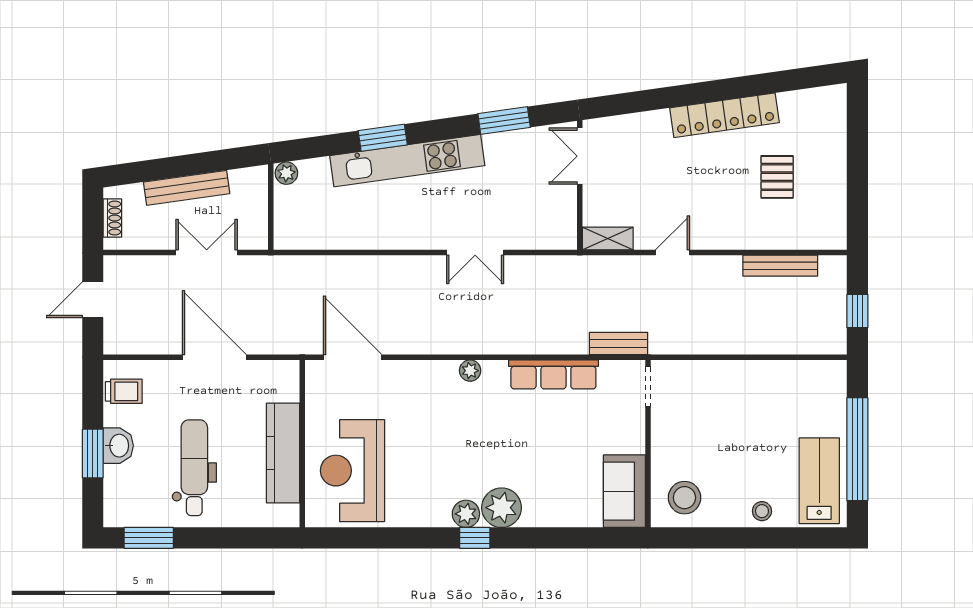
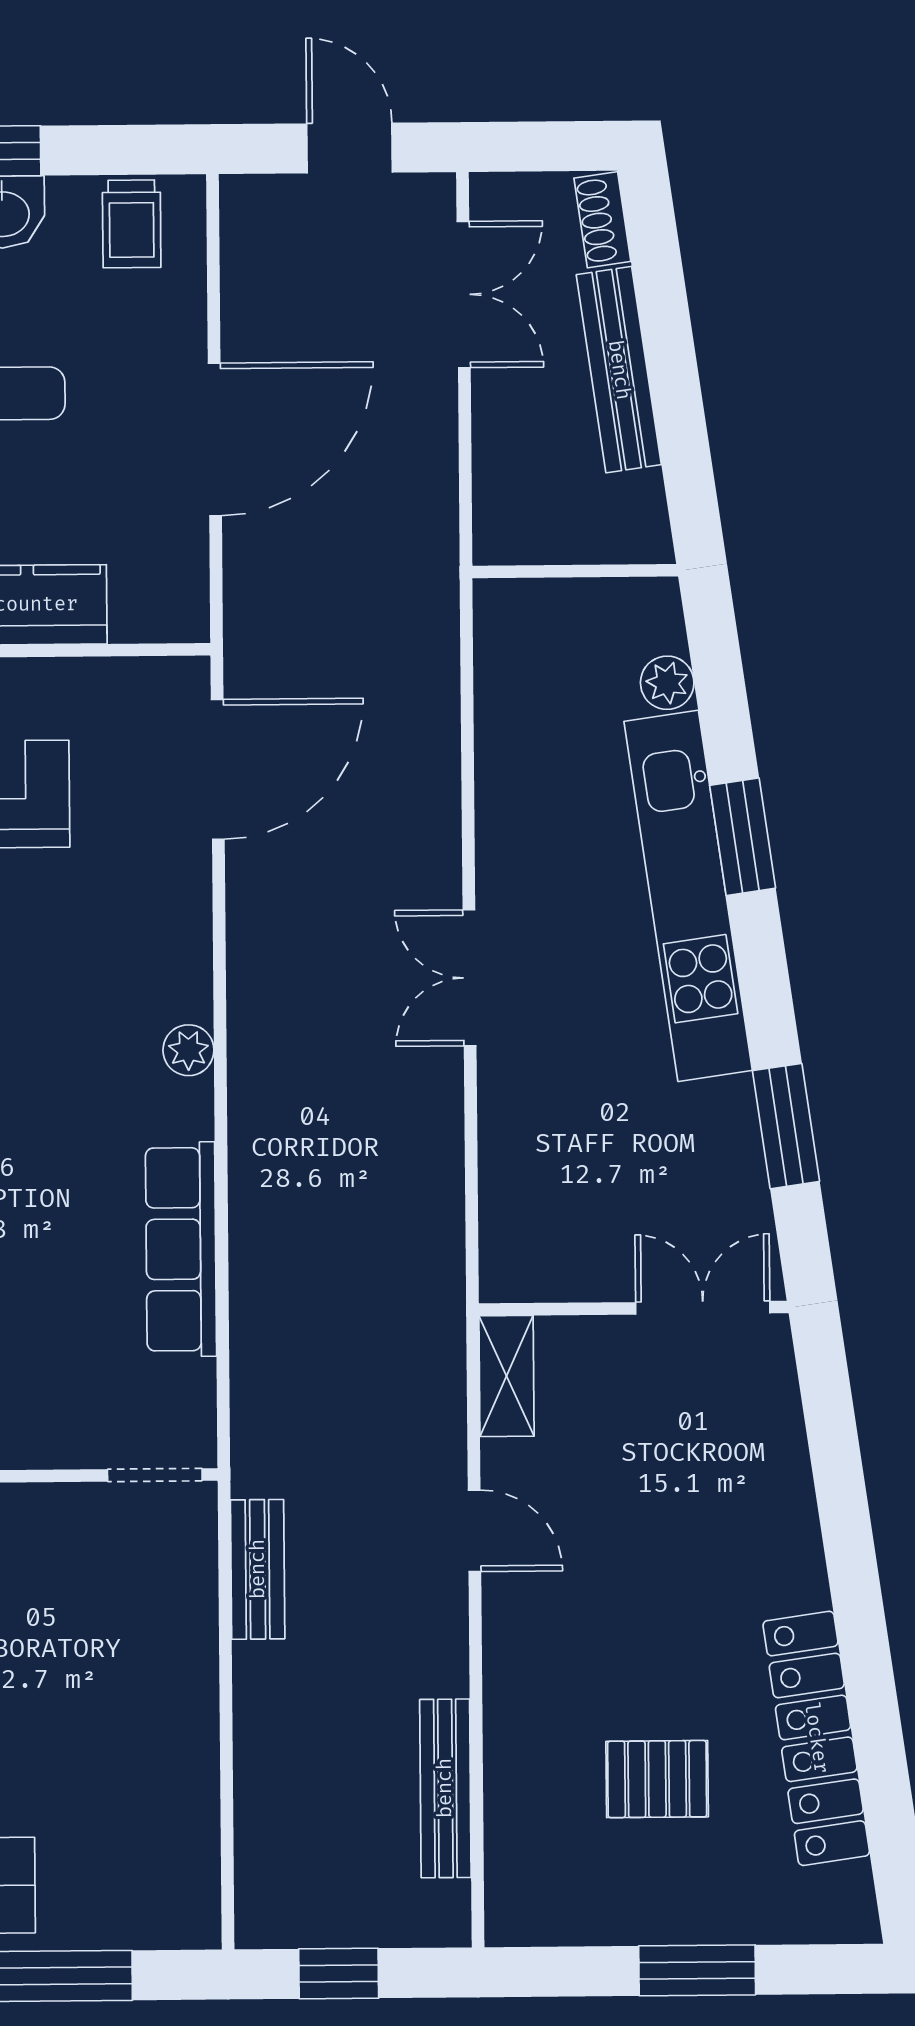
locker: (724, 115) -> (816, 1738), moved
window: (857, 161) -> (697, 1970), added
plant: (286, 173) -> (667, 683), moved
shoe rack: (112, 218) -> (602, 220), moved, turned 82
double door: (207, 253) -> (464, 295), moved
double door: (475, 253) -> (470, 978), moved
bench: (618, 344) -> (258, 1569), moved

